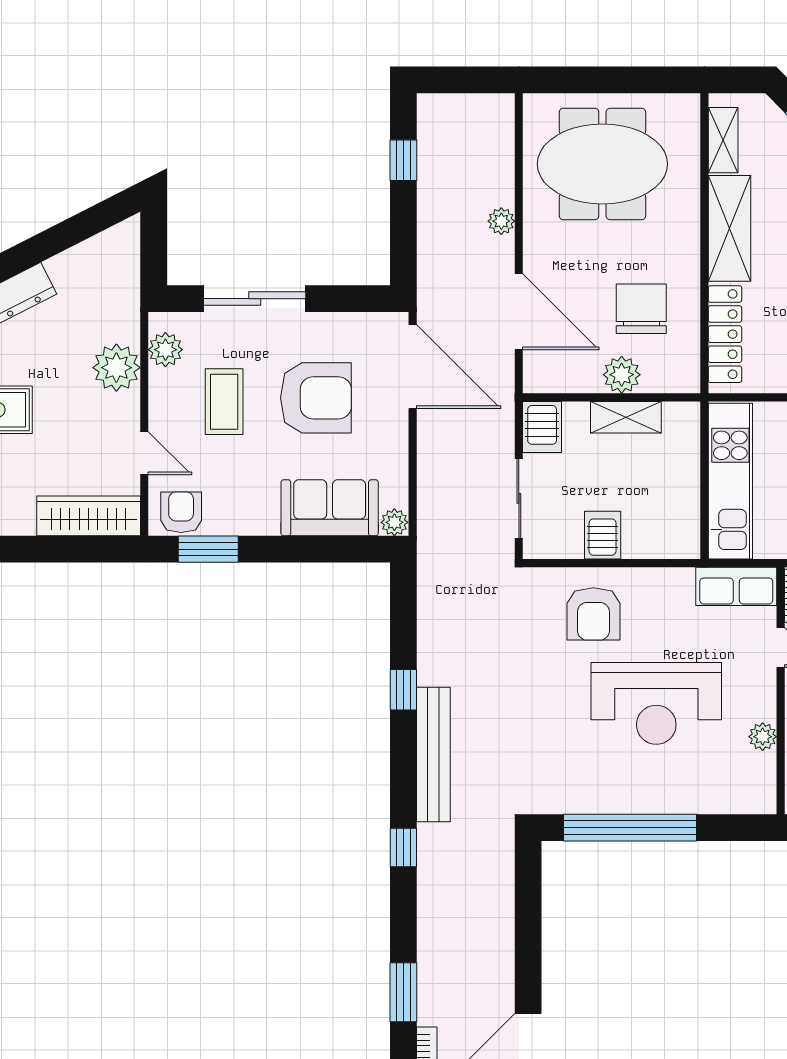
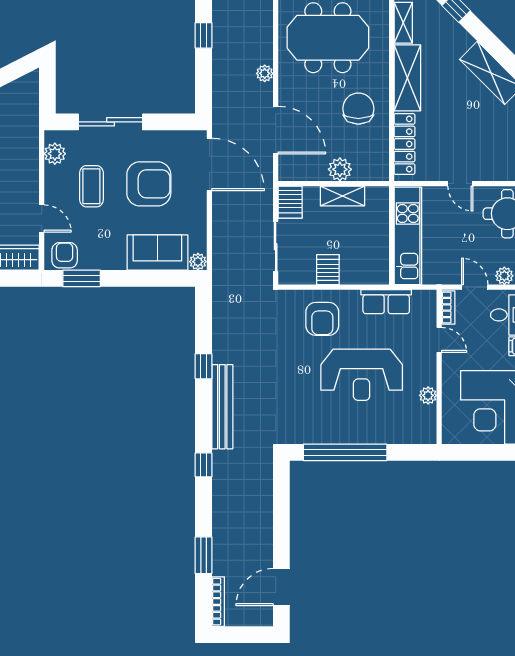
chair: (641, 309) -> (358, 109), moved
plant: (116, 368) -> (24, 165), removed
row of seats: (736, 586) -> (386, 302), moved

